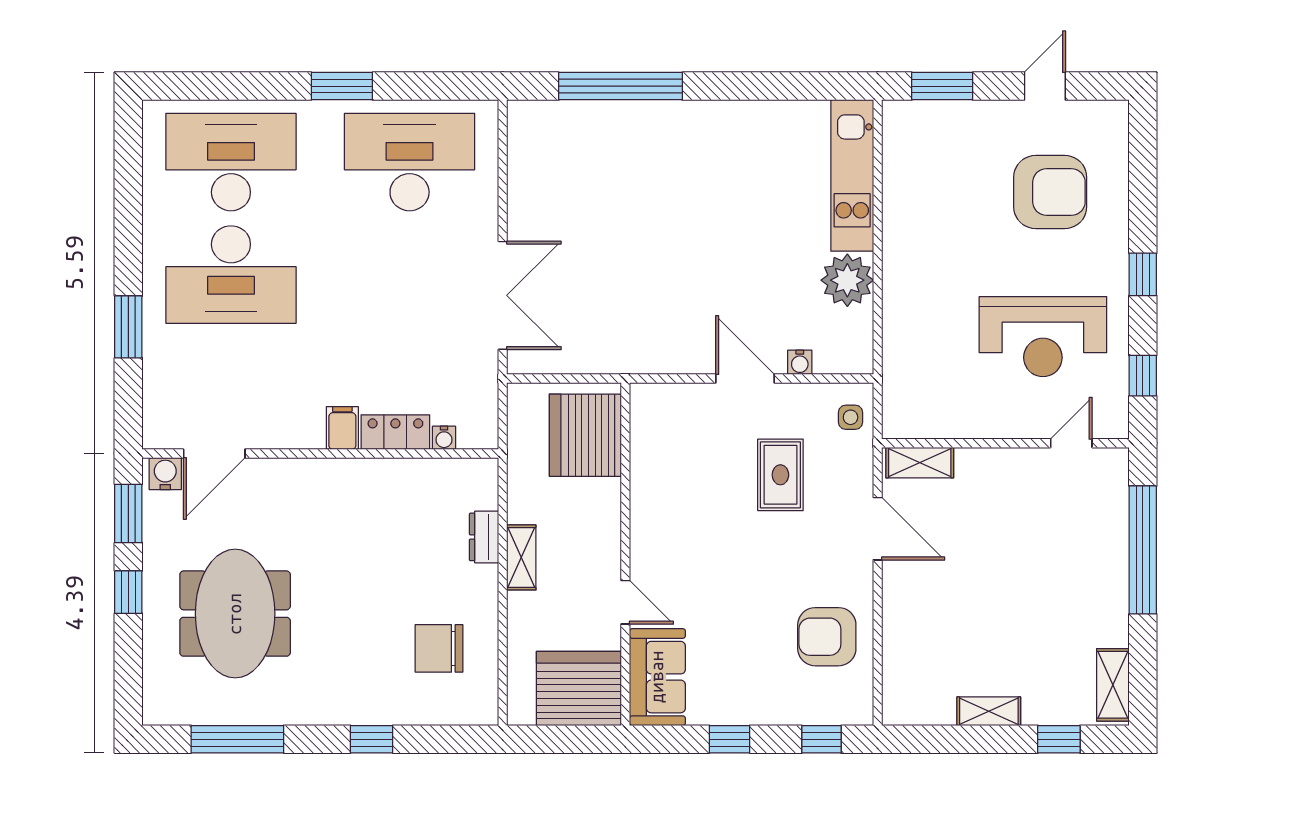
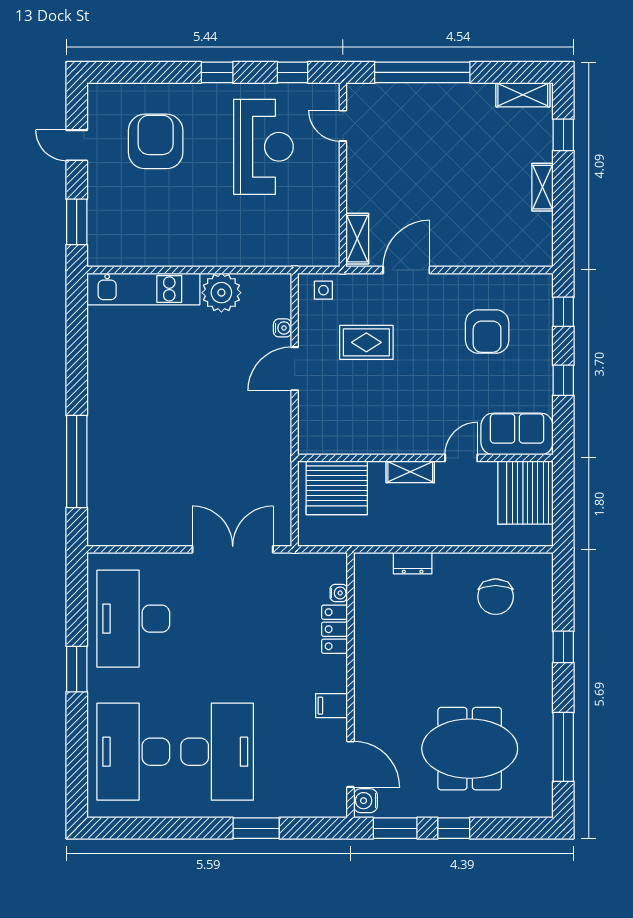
filing cabinet: (342, 428) -> (331, 706), moved
shelving: (521, 557) -> (410, 472), moved
armchair: (827, 637) -> (487, 332), moved

